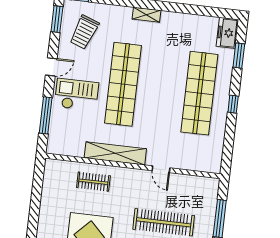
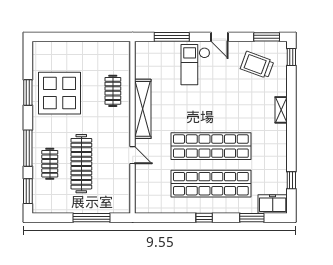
window: (205, 11) -> (291, 180), added
shelving: (147, 15) -> (281, 110), moved
shop shelf: (123, 84) -> (211, 146), moved
checkout: (77, 95) -> (195, 65), turned 180
door: (161, 169) -> (133, 155), swing flipped

